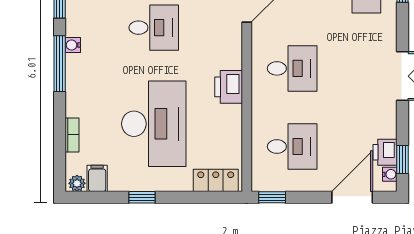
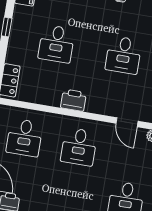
desk: (154, 124) -> (56, 44), width x0.53, depth x0.77

